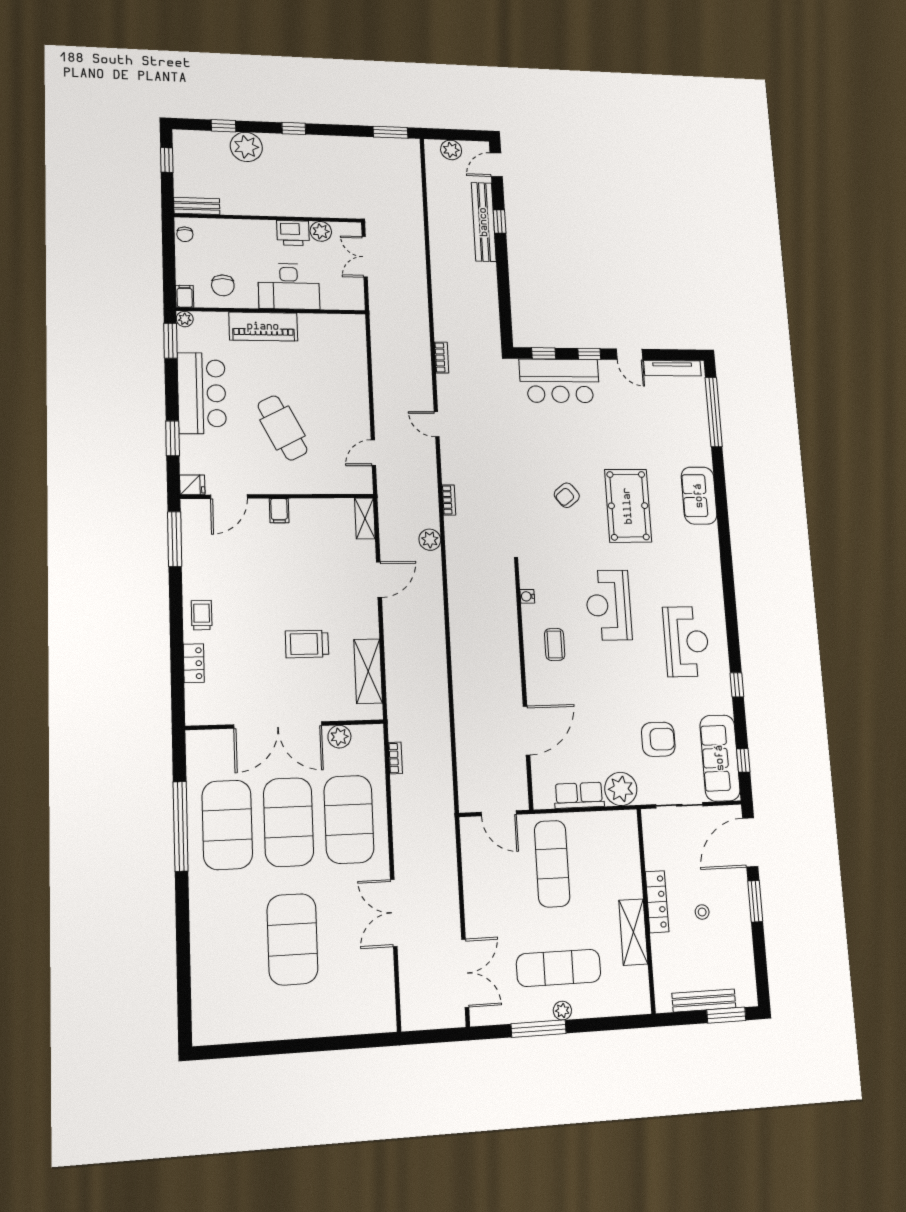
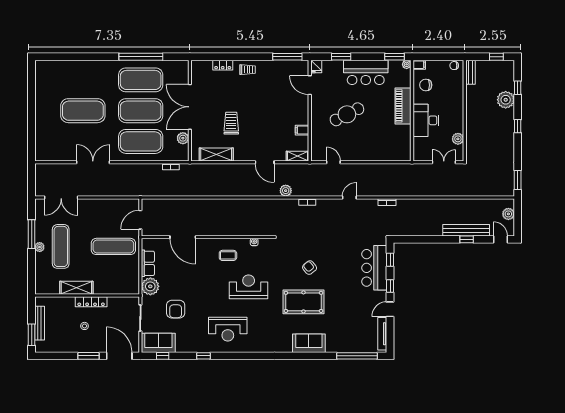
printer: (293, 233) -> (457, 124), removed
filing cabinet: (279, 511) -> (302, 130), moved
sofa: (720, 758) -> (158, 343), width x0.73

